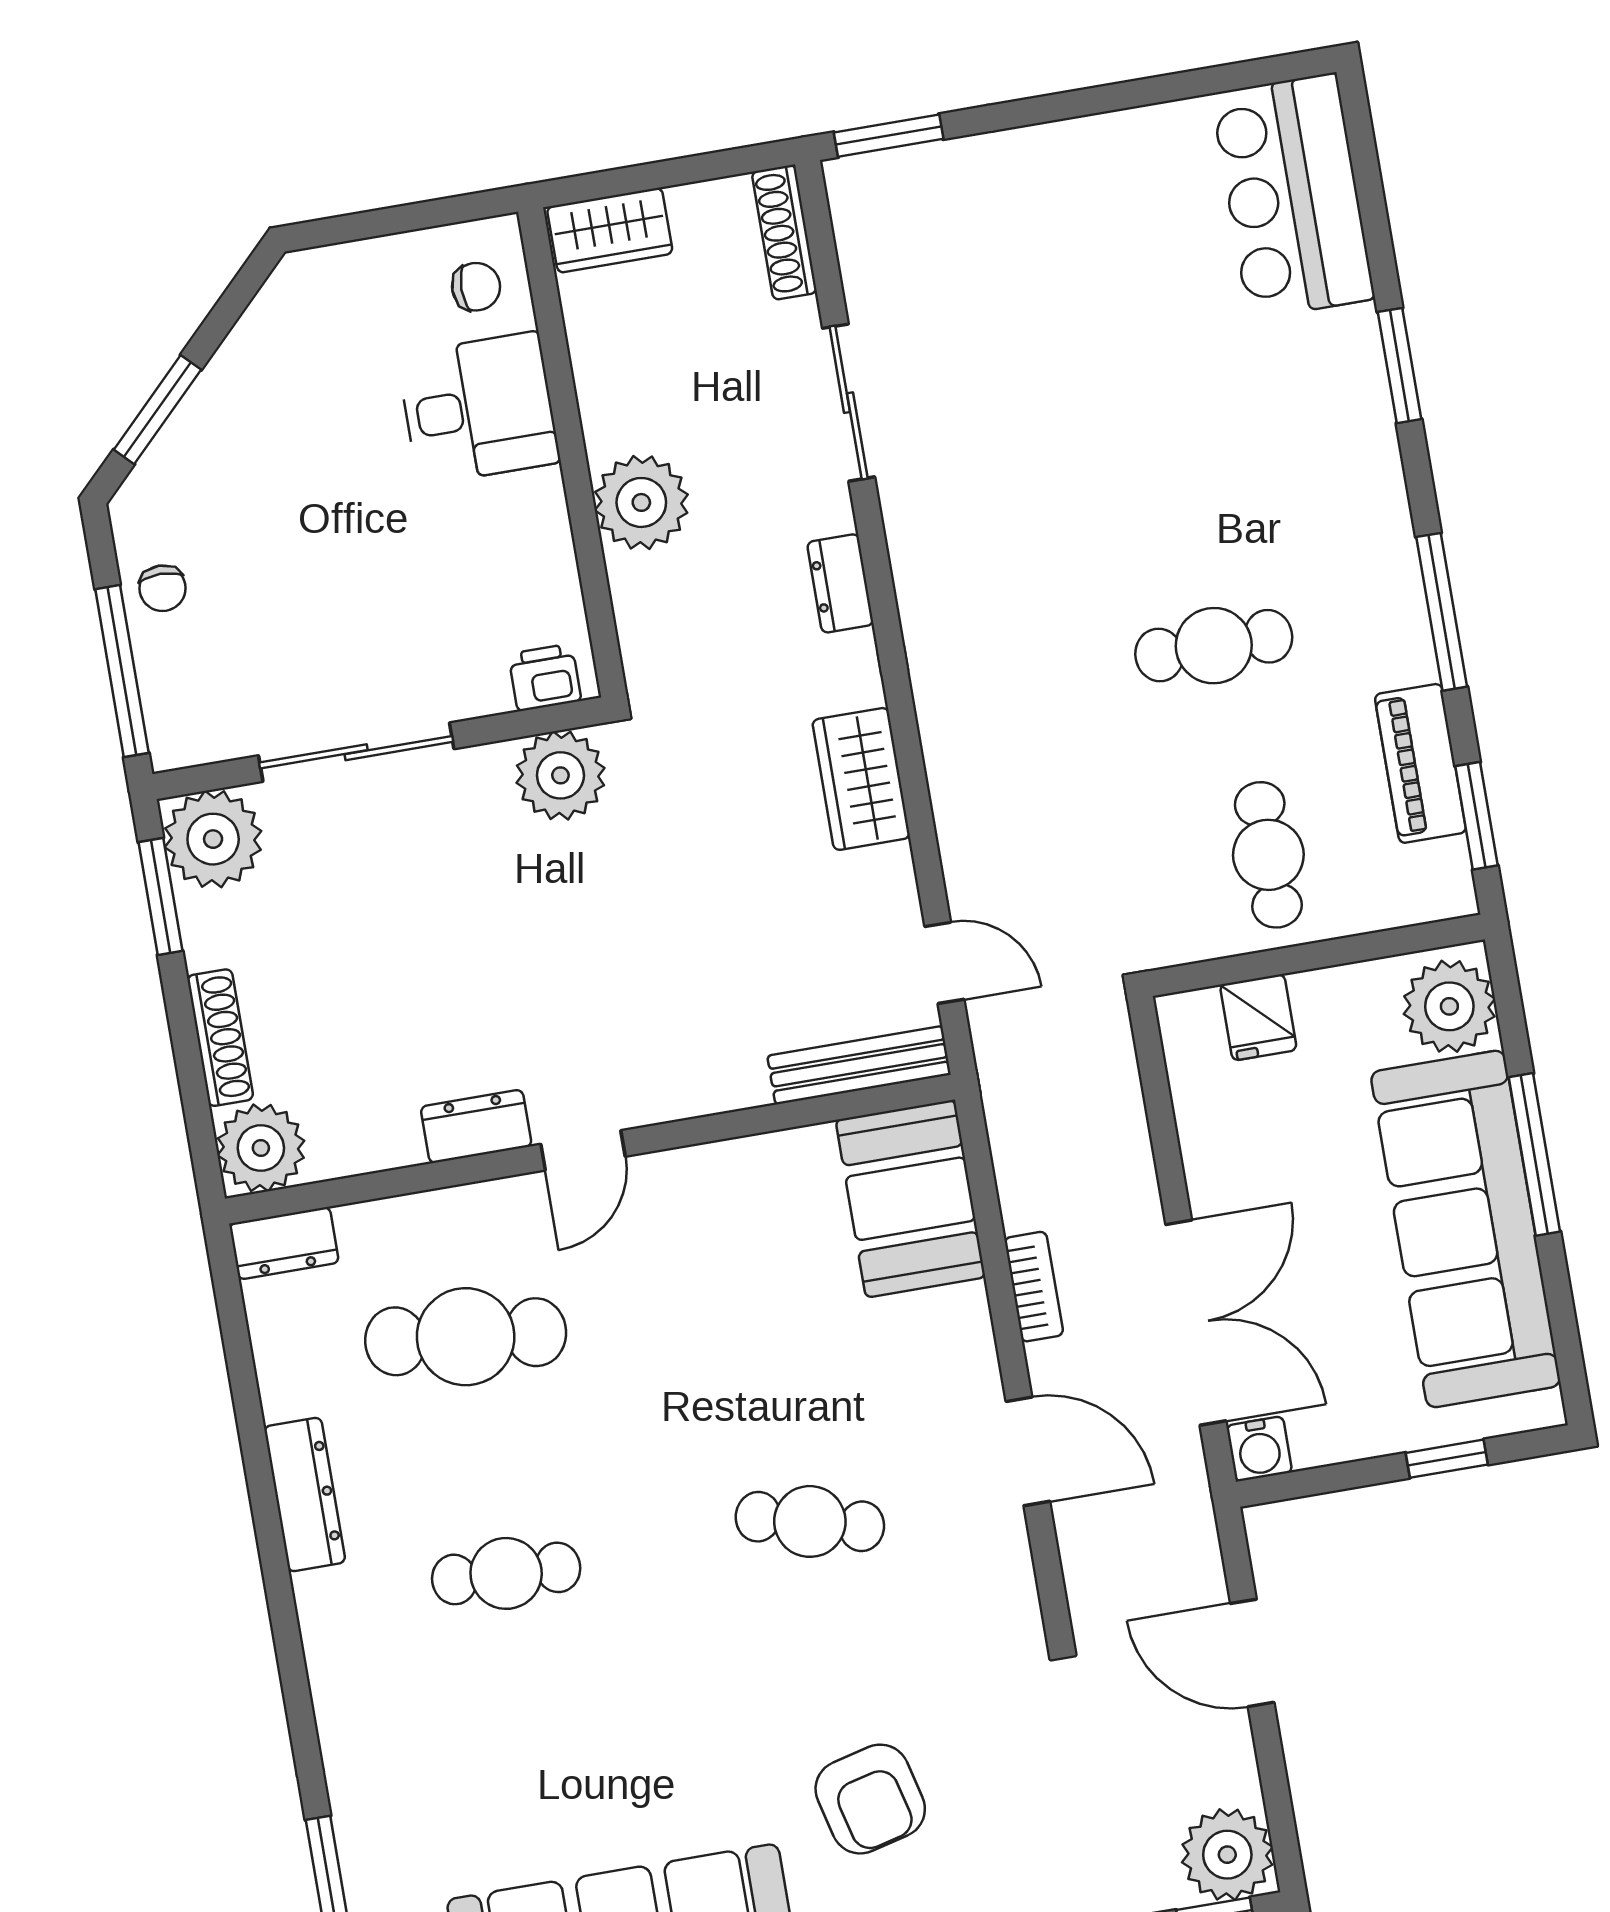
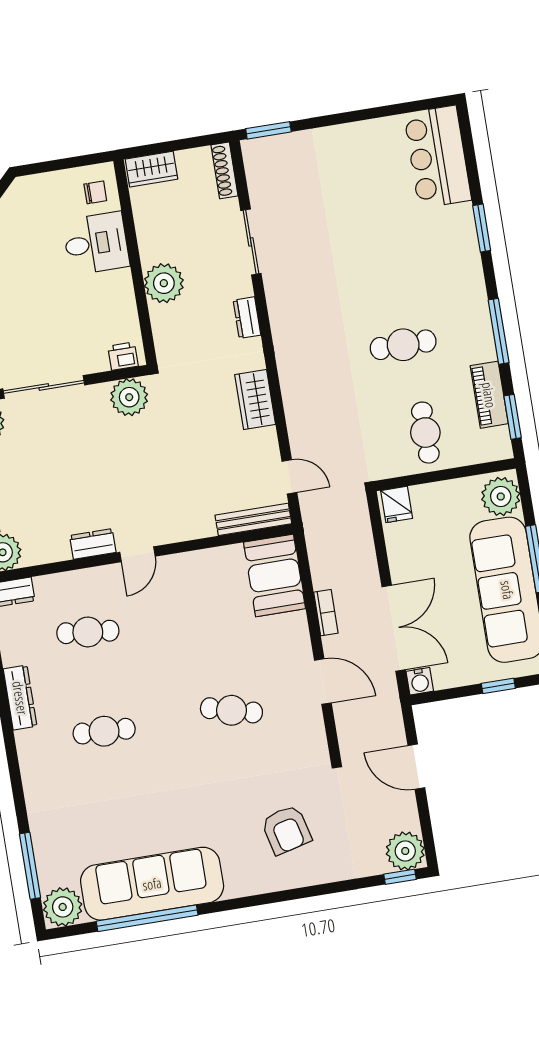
fridge: (1258, 1017) -> (397, 504), moved
cafe table: (466, 1337) -> (88, 632), width x0.73, depth x0.74
armchair: (870, 1799) -> (286, 830), moved

